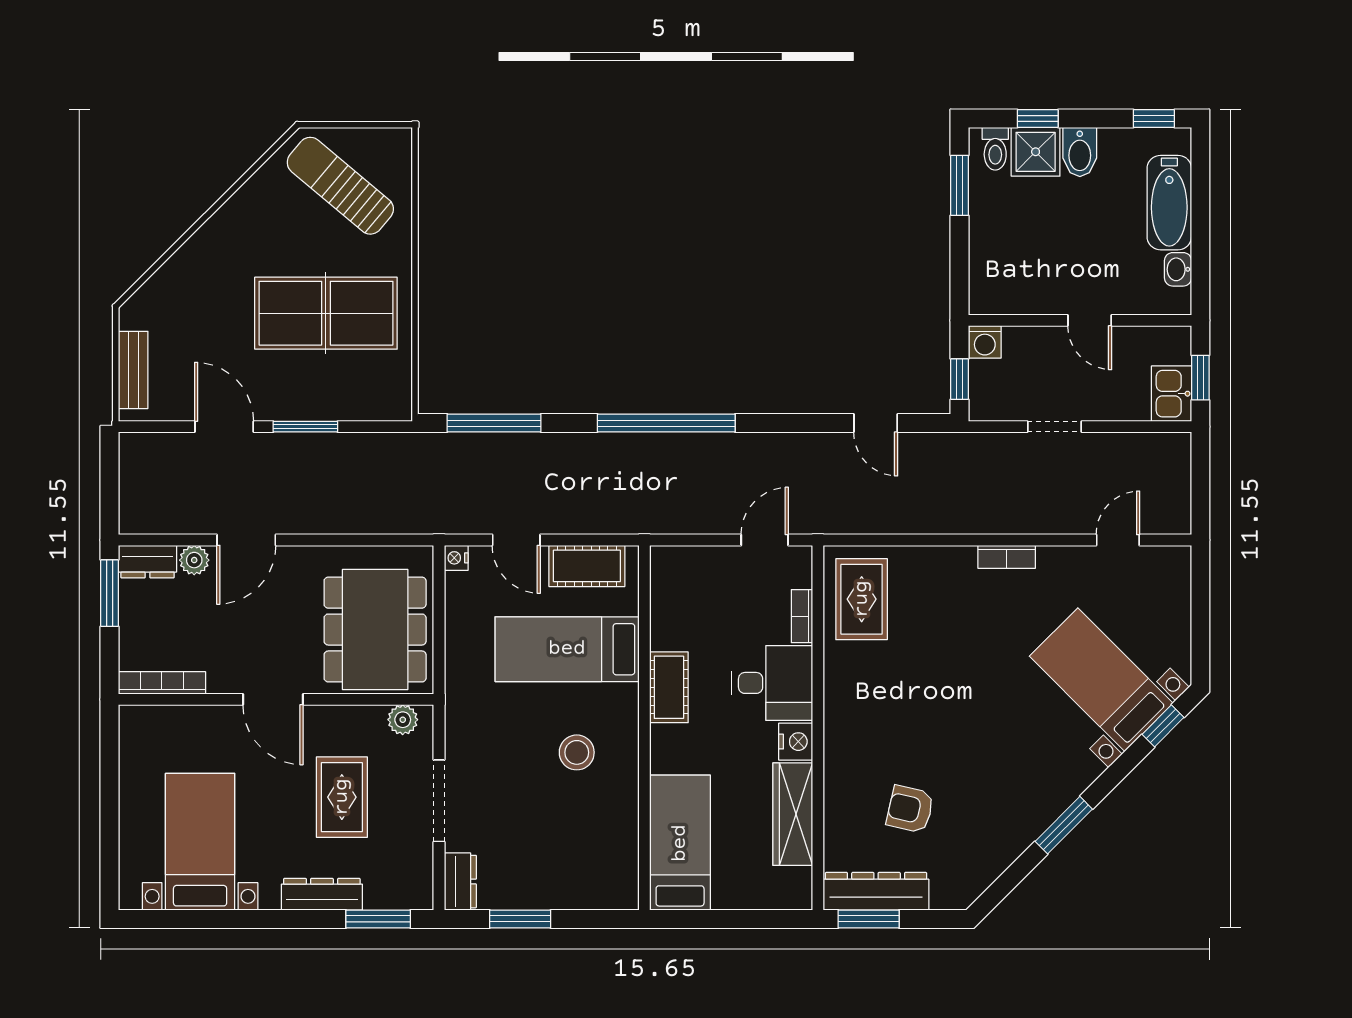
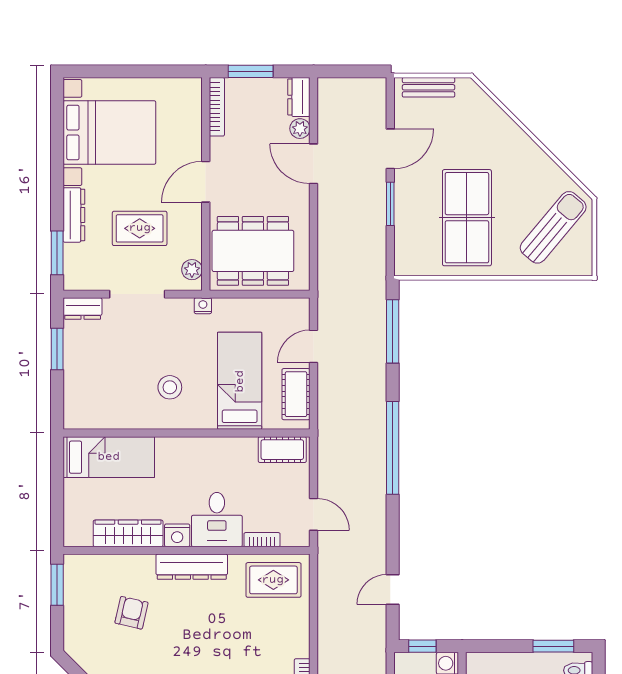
nightstand: (456, 558) -> (203, 306), moved
window: (110, 593) -> (251, 71), moved
cot: (669, 687) -> (282, 450), moved
bed with nightstands: (200, 842) -> (109, 133), width x1.36
dresser: (876, 891) -> (192, 567), moved, turned 90

